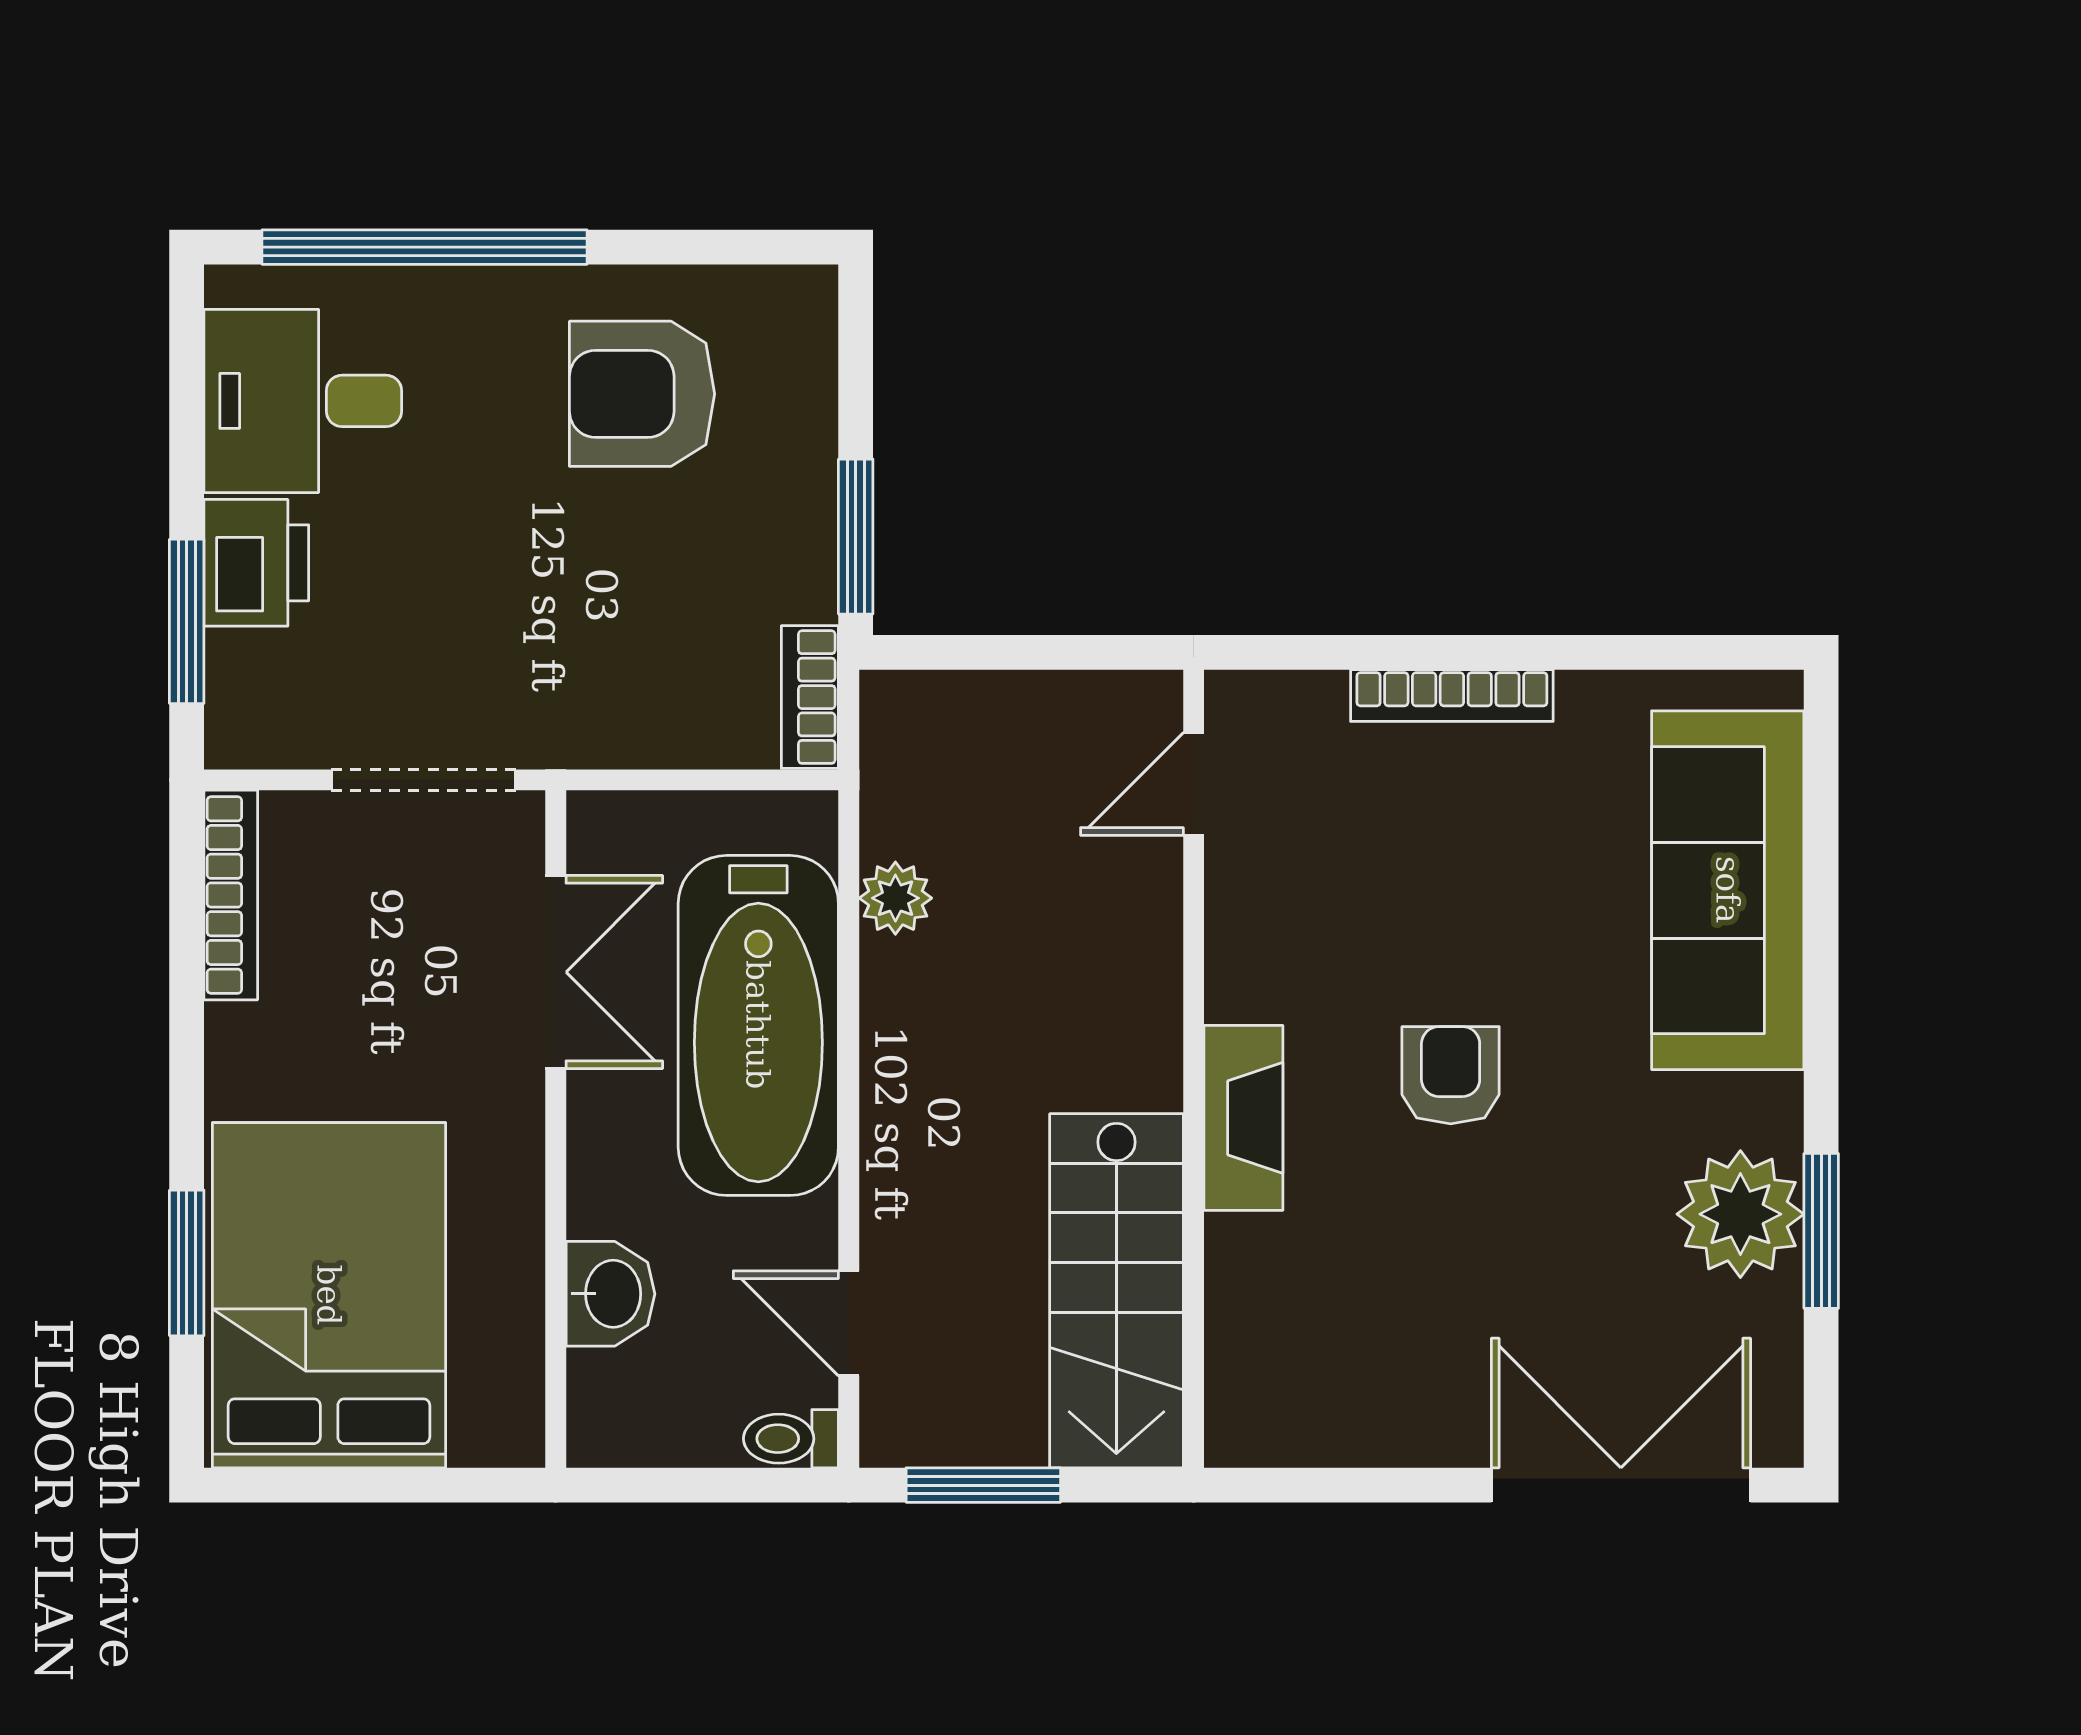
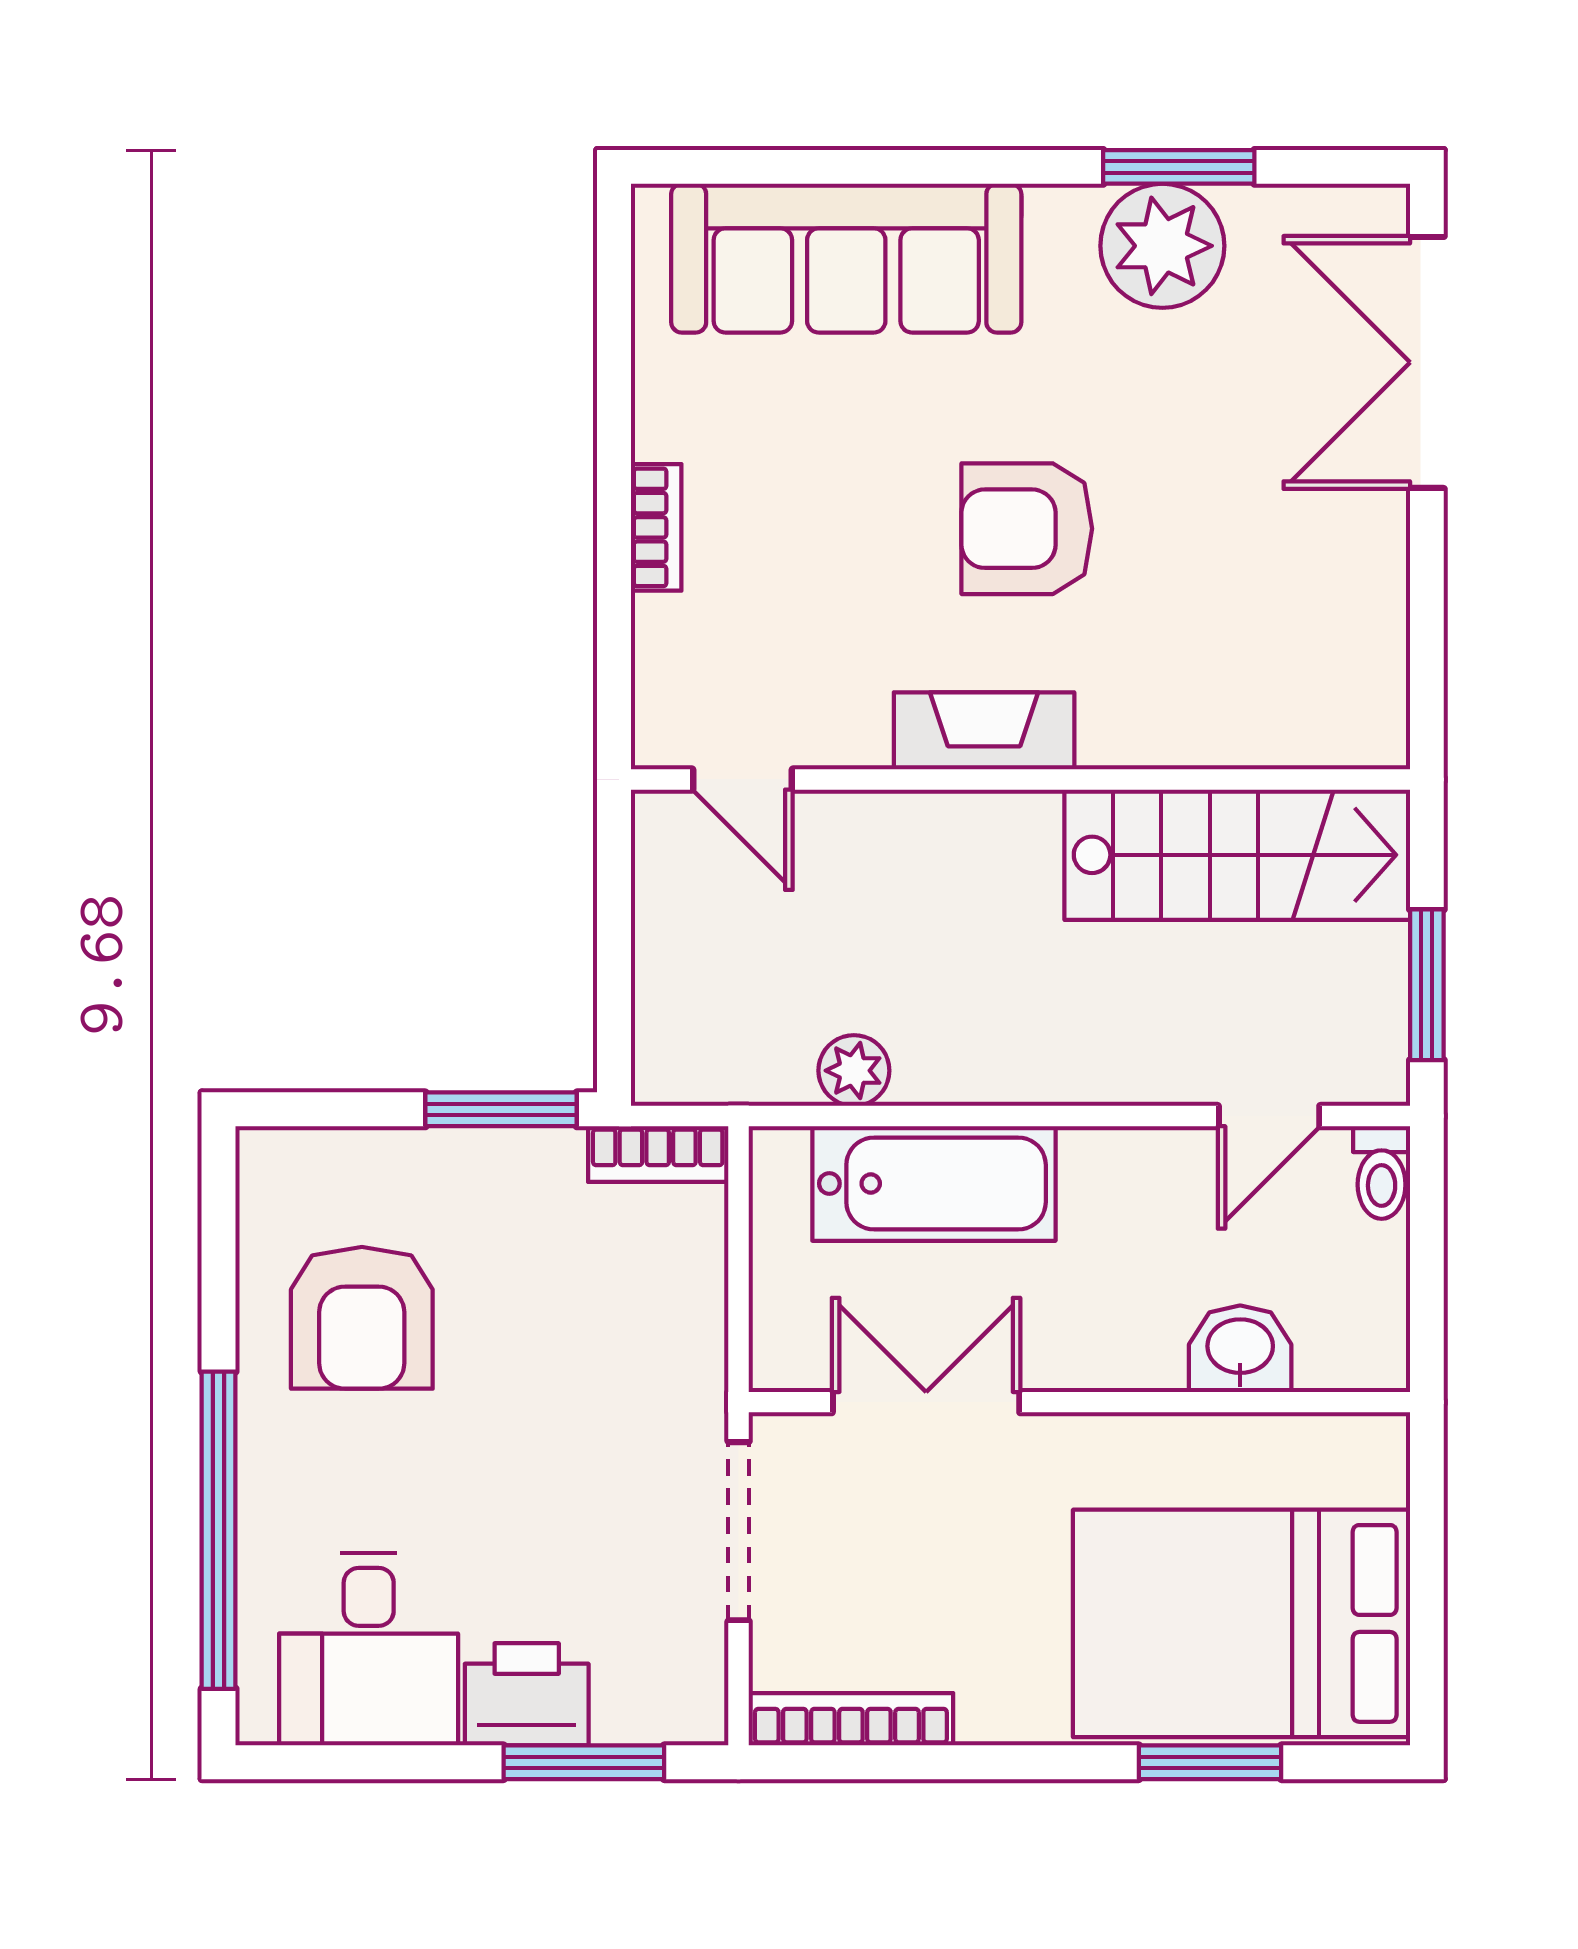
bookcase: (1452, 695) -> (656, 527), width x0.64
bathtub: (758, 1025) -> (934, 1183), width x0.73, depth x0.73
armchair: (1451, 1075) -> (1027, 529), width x1.38, depth x1.38
fireplace: (1243, 1118) -> (984, 731), moved

